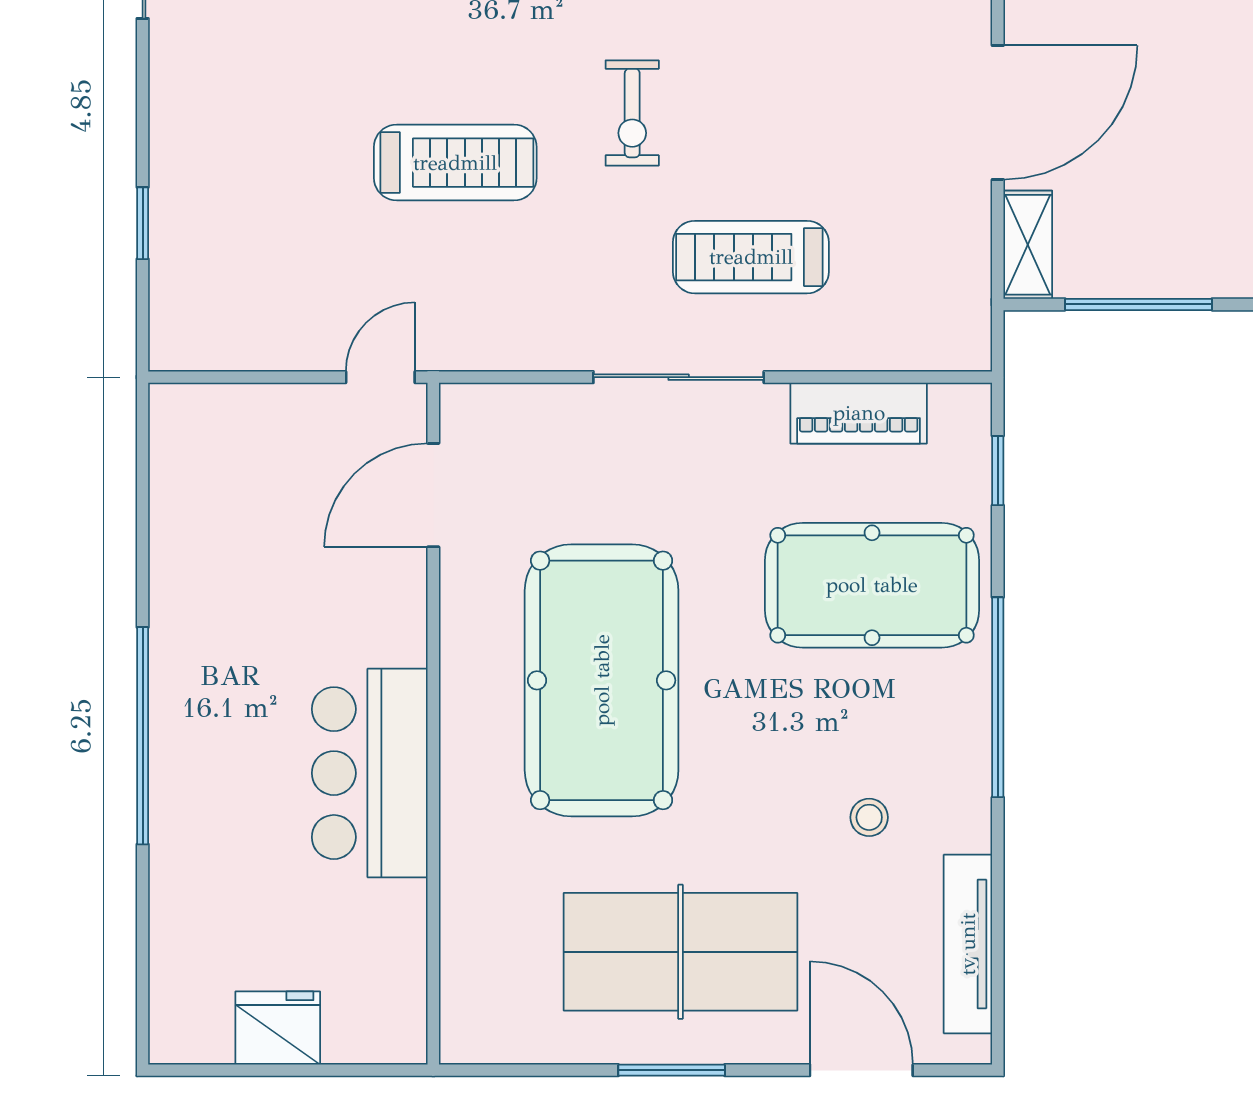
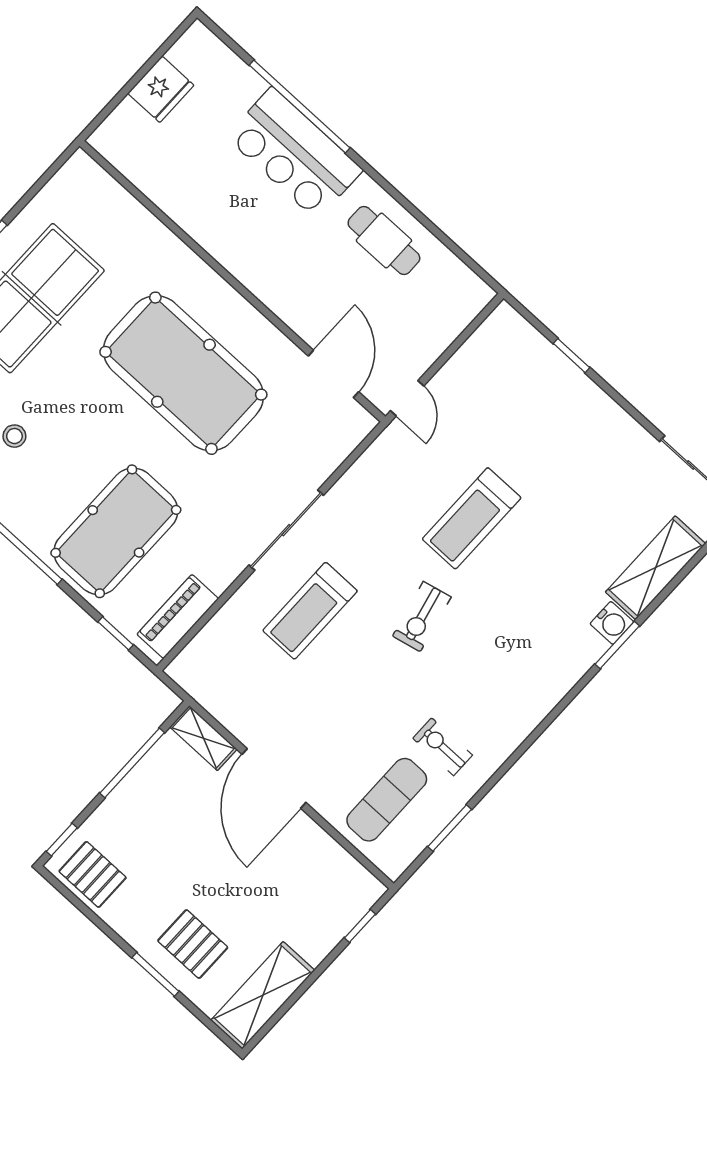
exercise bike: (632, 113) -> (422, 617), turned -103
treadmill: (751, 257) -> (310, 611), turned 180
piano: (859, 413) -> (178, 616), moved
cafe table: (212, 583) -> (384, 240), added
window: (143, 736) -> (300, 107), moved
bar counter: (370, 773) -> (294, 153), moved, turned 180

